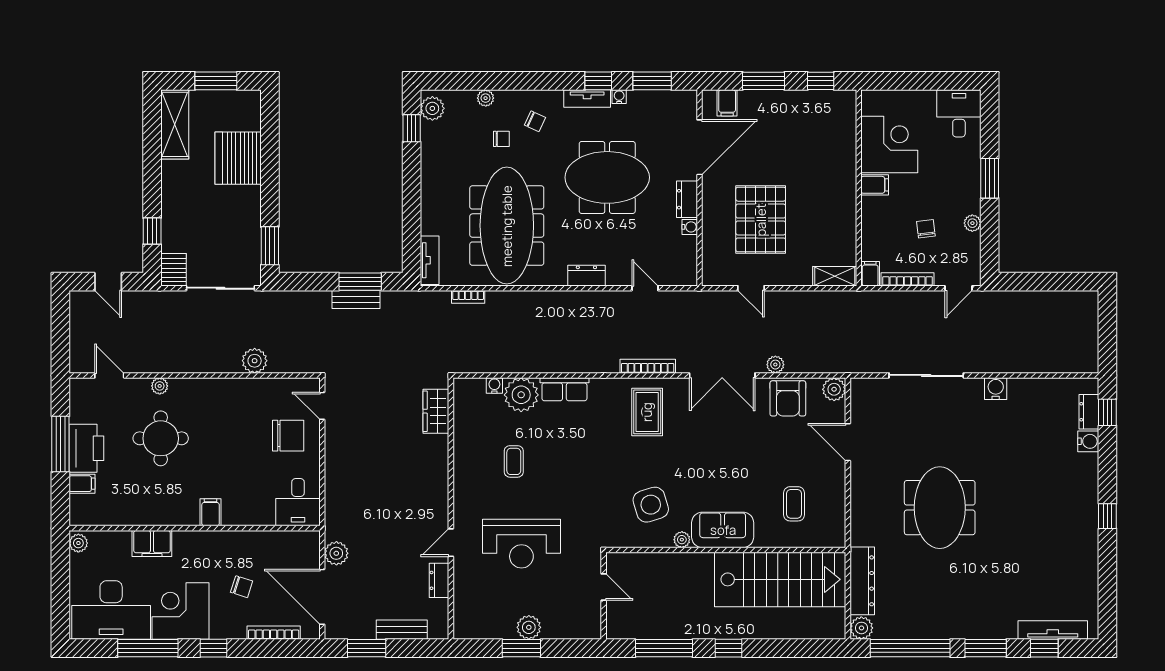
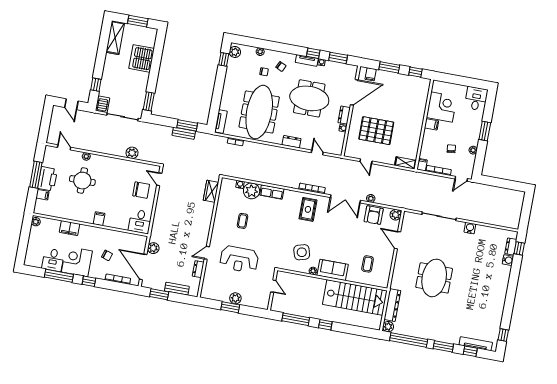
pallet: (761, 220) -> (376, 131), turned 90
window: (1107, 516) -> (503, 335), moved
desk: (111, 610) -> (53, 260), width x0.53, depth x0.77

